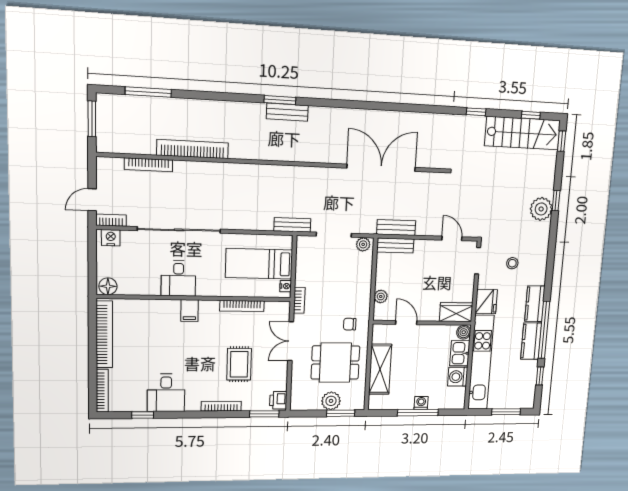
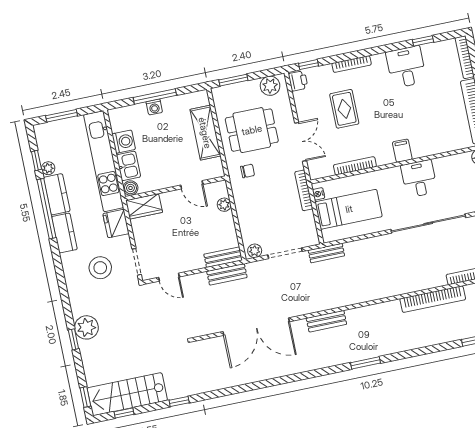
bench: (287, 112) -> (326, 321), moved
stool: (512, 263) -> (100, 268), width x1.89, depth x1.89
bookcase: (299, 300) -> (304, 190), width x1.56
plant: (532, 367) -> (48, 168), added
plant: (331, 401) -> (270, 86), moved
window: (264, 414) -> (308, 65), width x0.67

